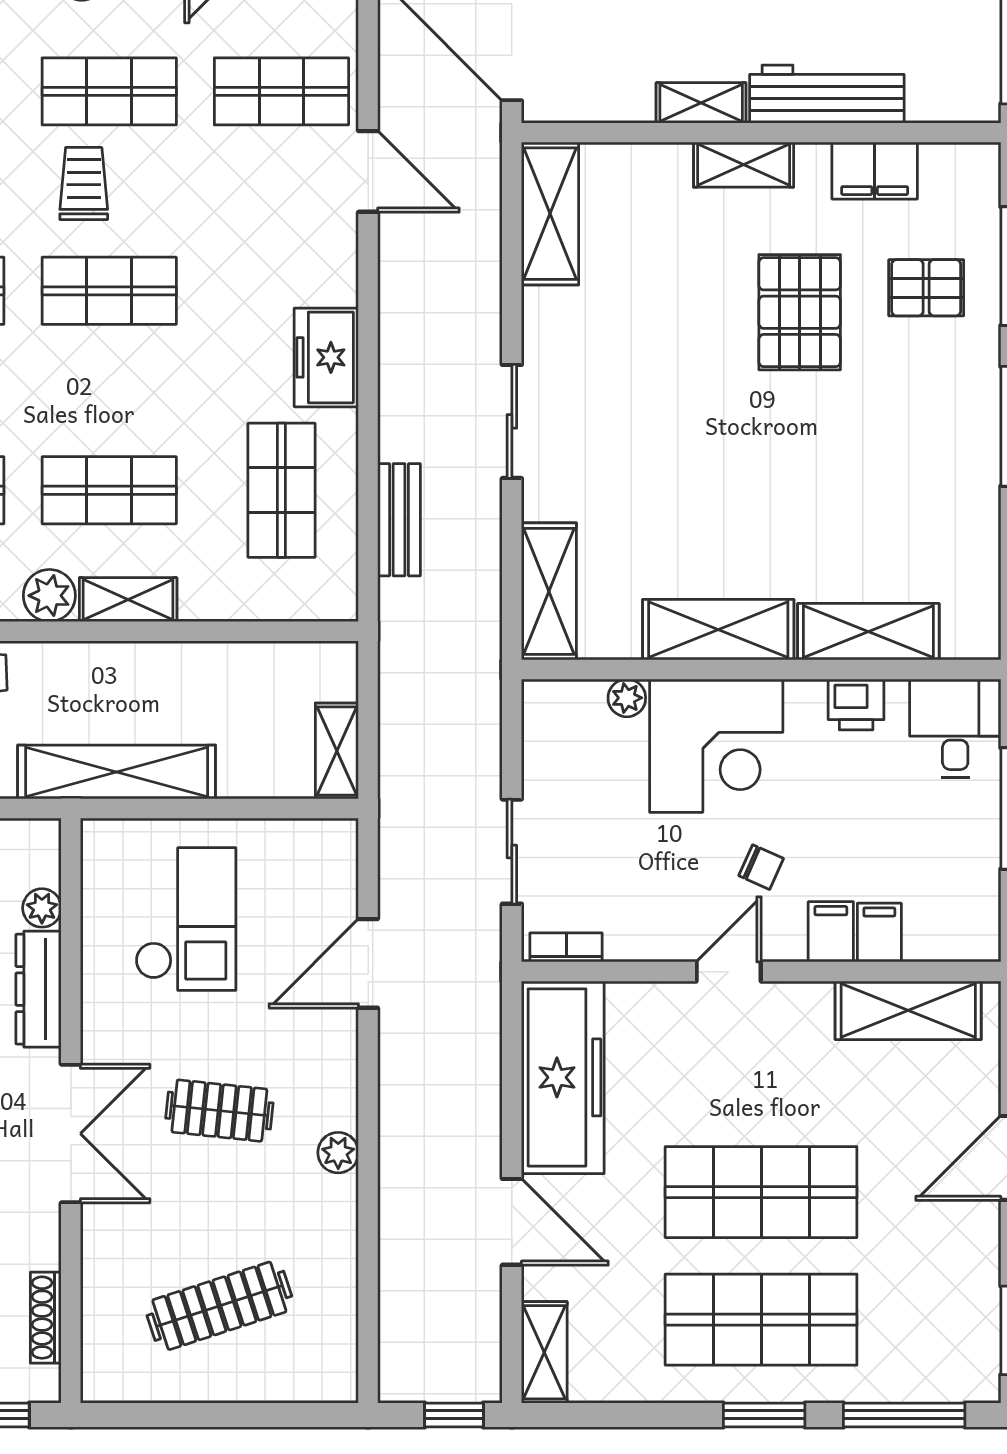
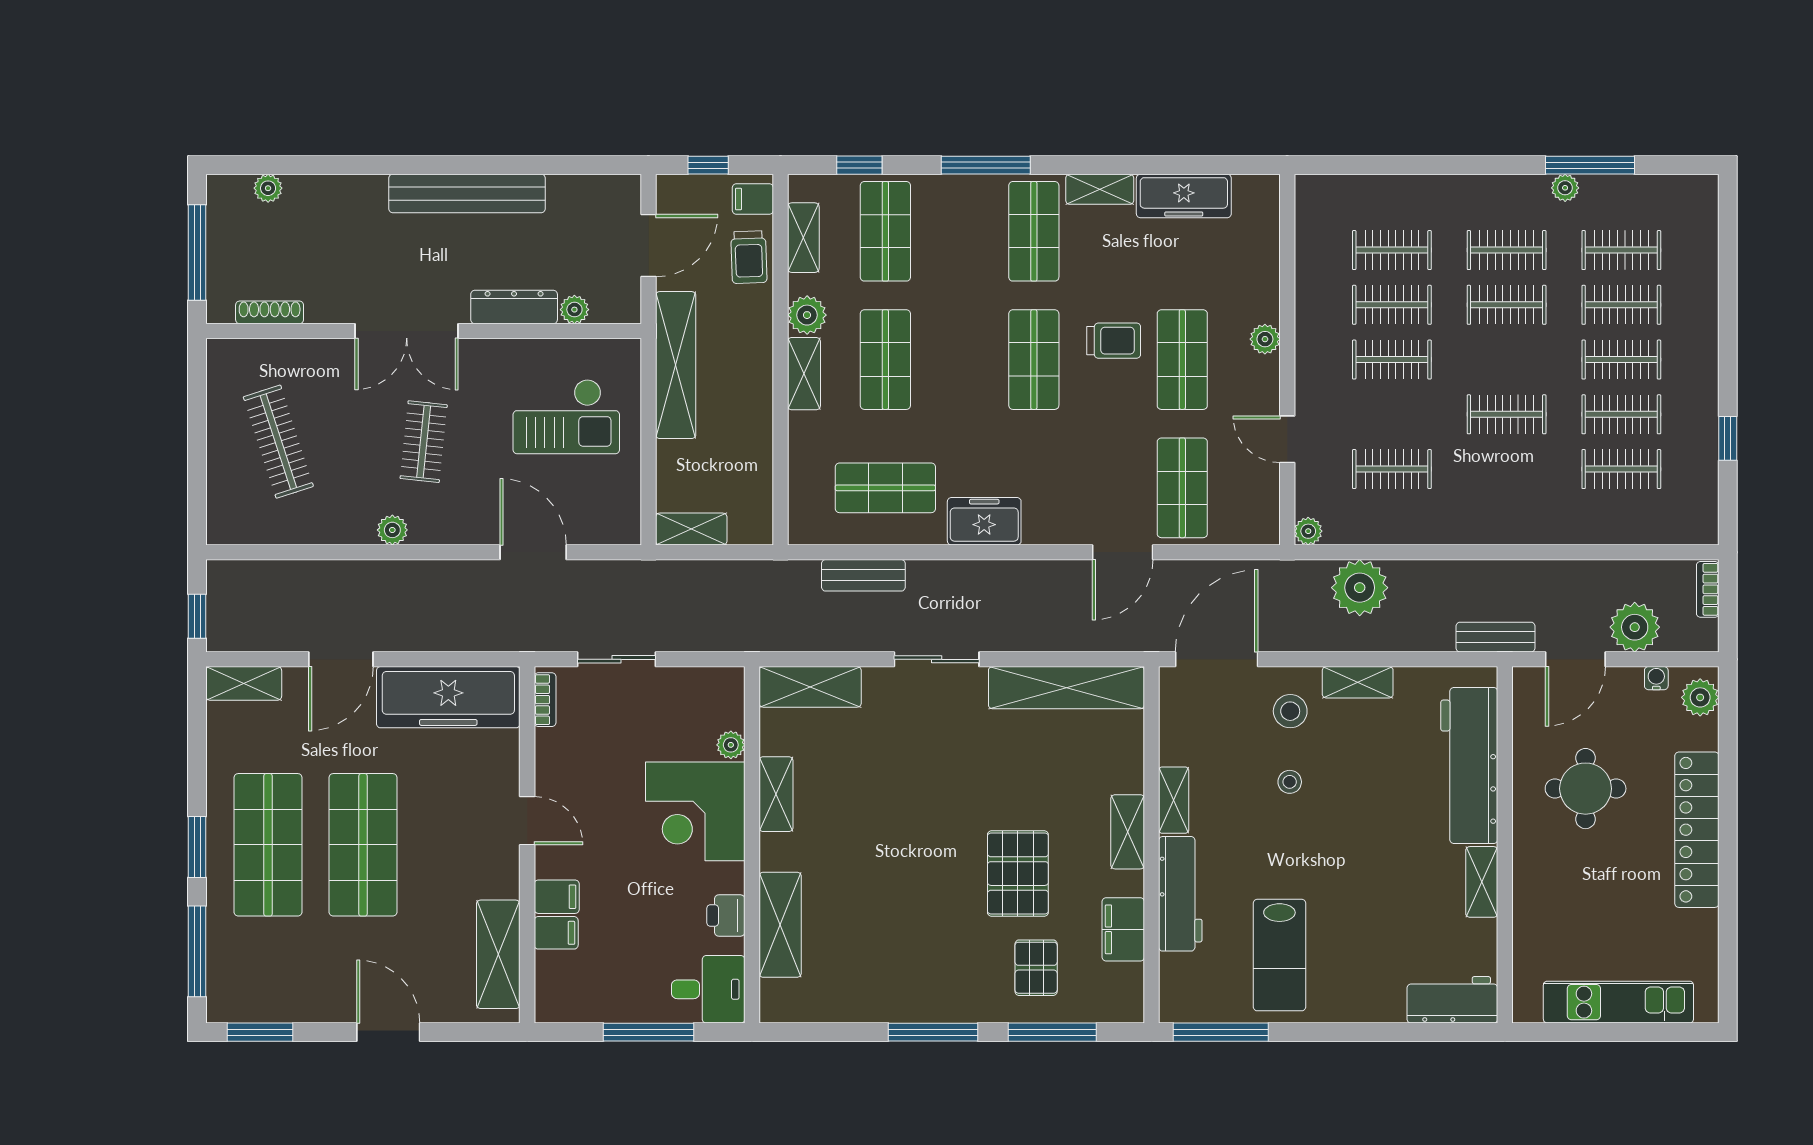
shelving: (550, 214) -> (1066, 688), width x1.47
pallet: (800, 312) -> (1018, 874), turned 90
shelving: (718, 630) -> (776, 794), width x0.67, depth x0.75
chair: (761, 867) -> (605, 845), removed

